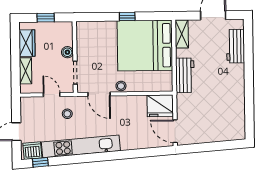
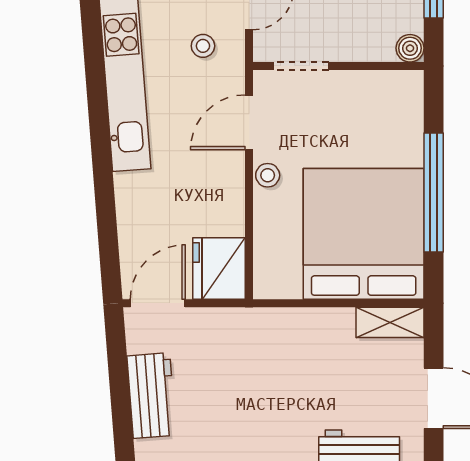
window: (127, 17) -> (434, 193), width x3.17
boiler: (67, 52) -> (410, 48), moved
workbench: (185, 75) -> (151, 396), moved, turned -94

